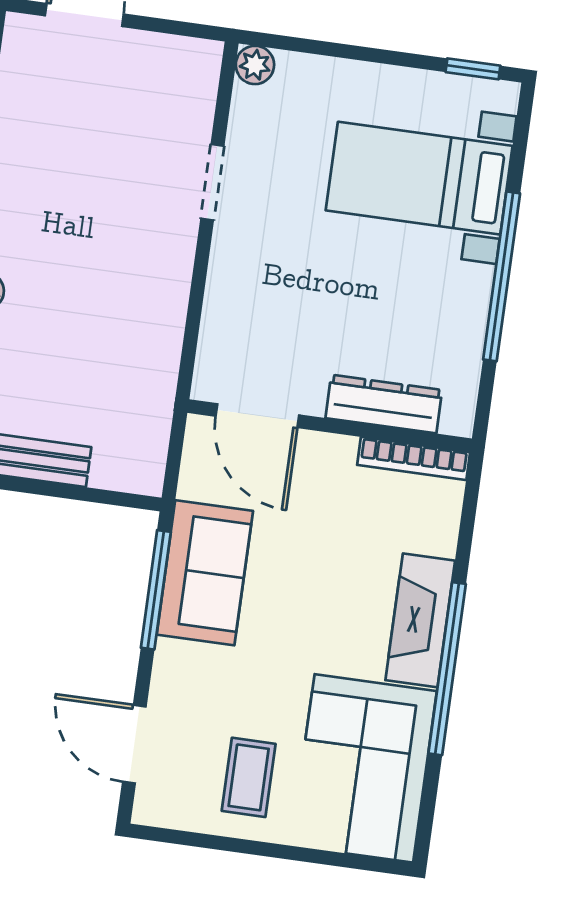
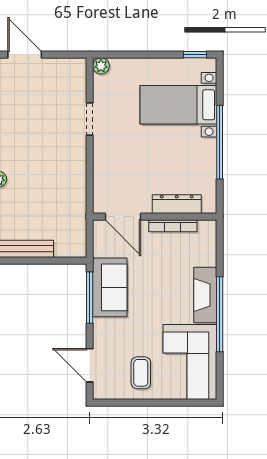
bookcase: (414, 459) -> (173, 226), moved

